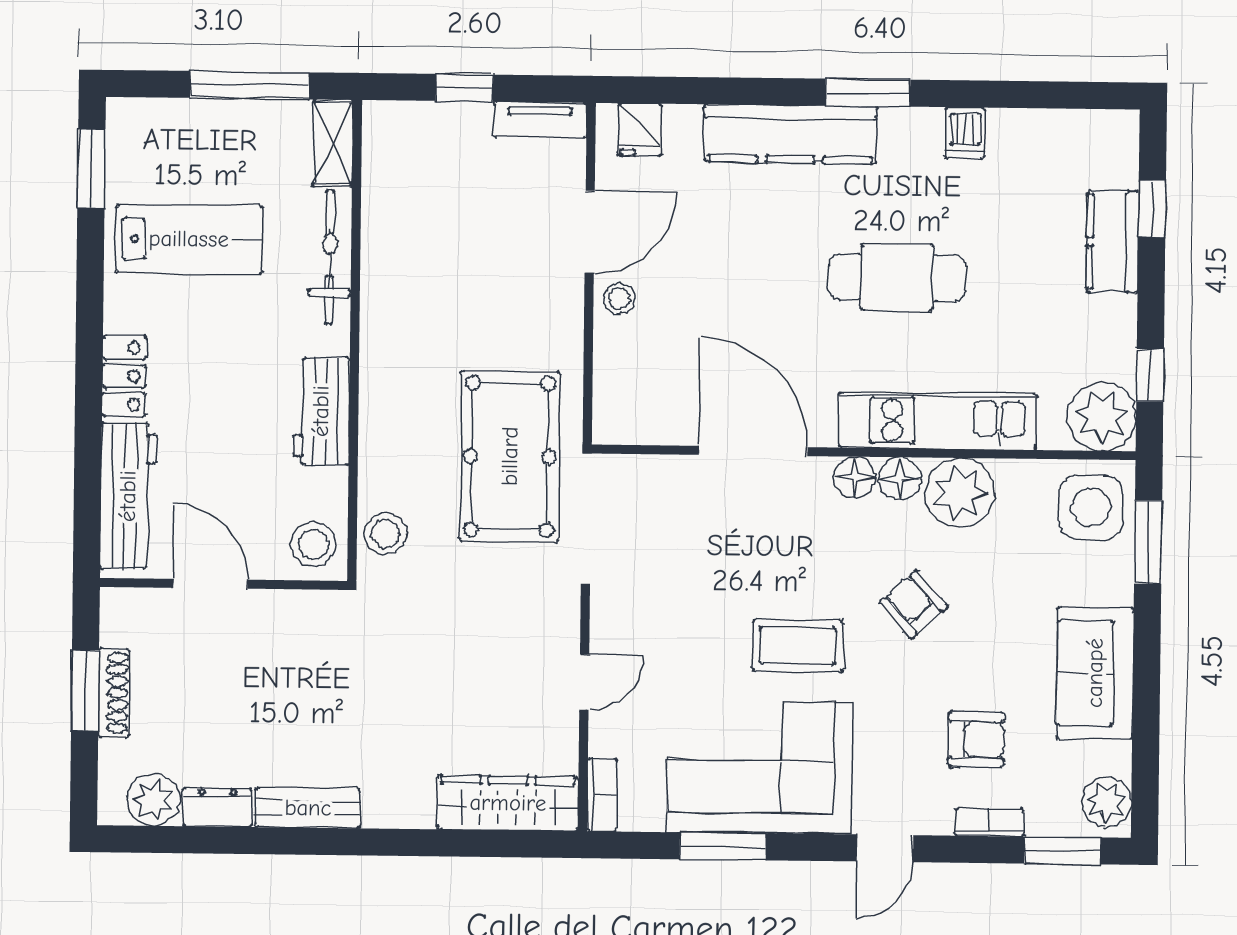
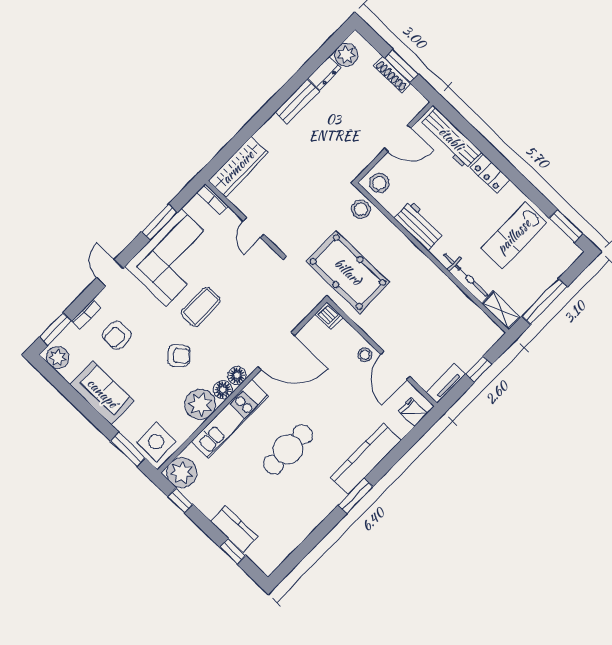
dishwasher: (965, 133) -> (329, 316), moved, turned 180

